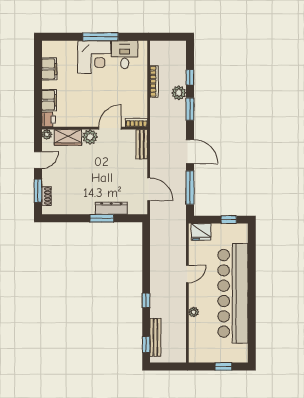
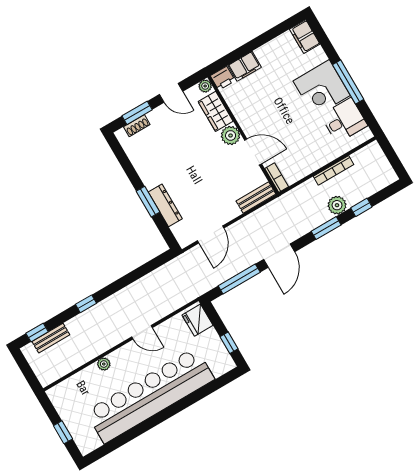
filing cabinet: (49, 69) -> (305, 37), moved, turned 90
bench: (155, 337) -> (51, 338), width x0.73

